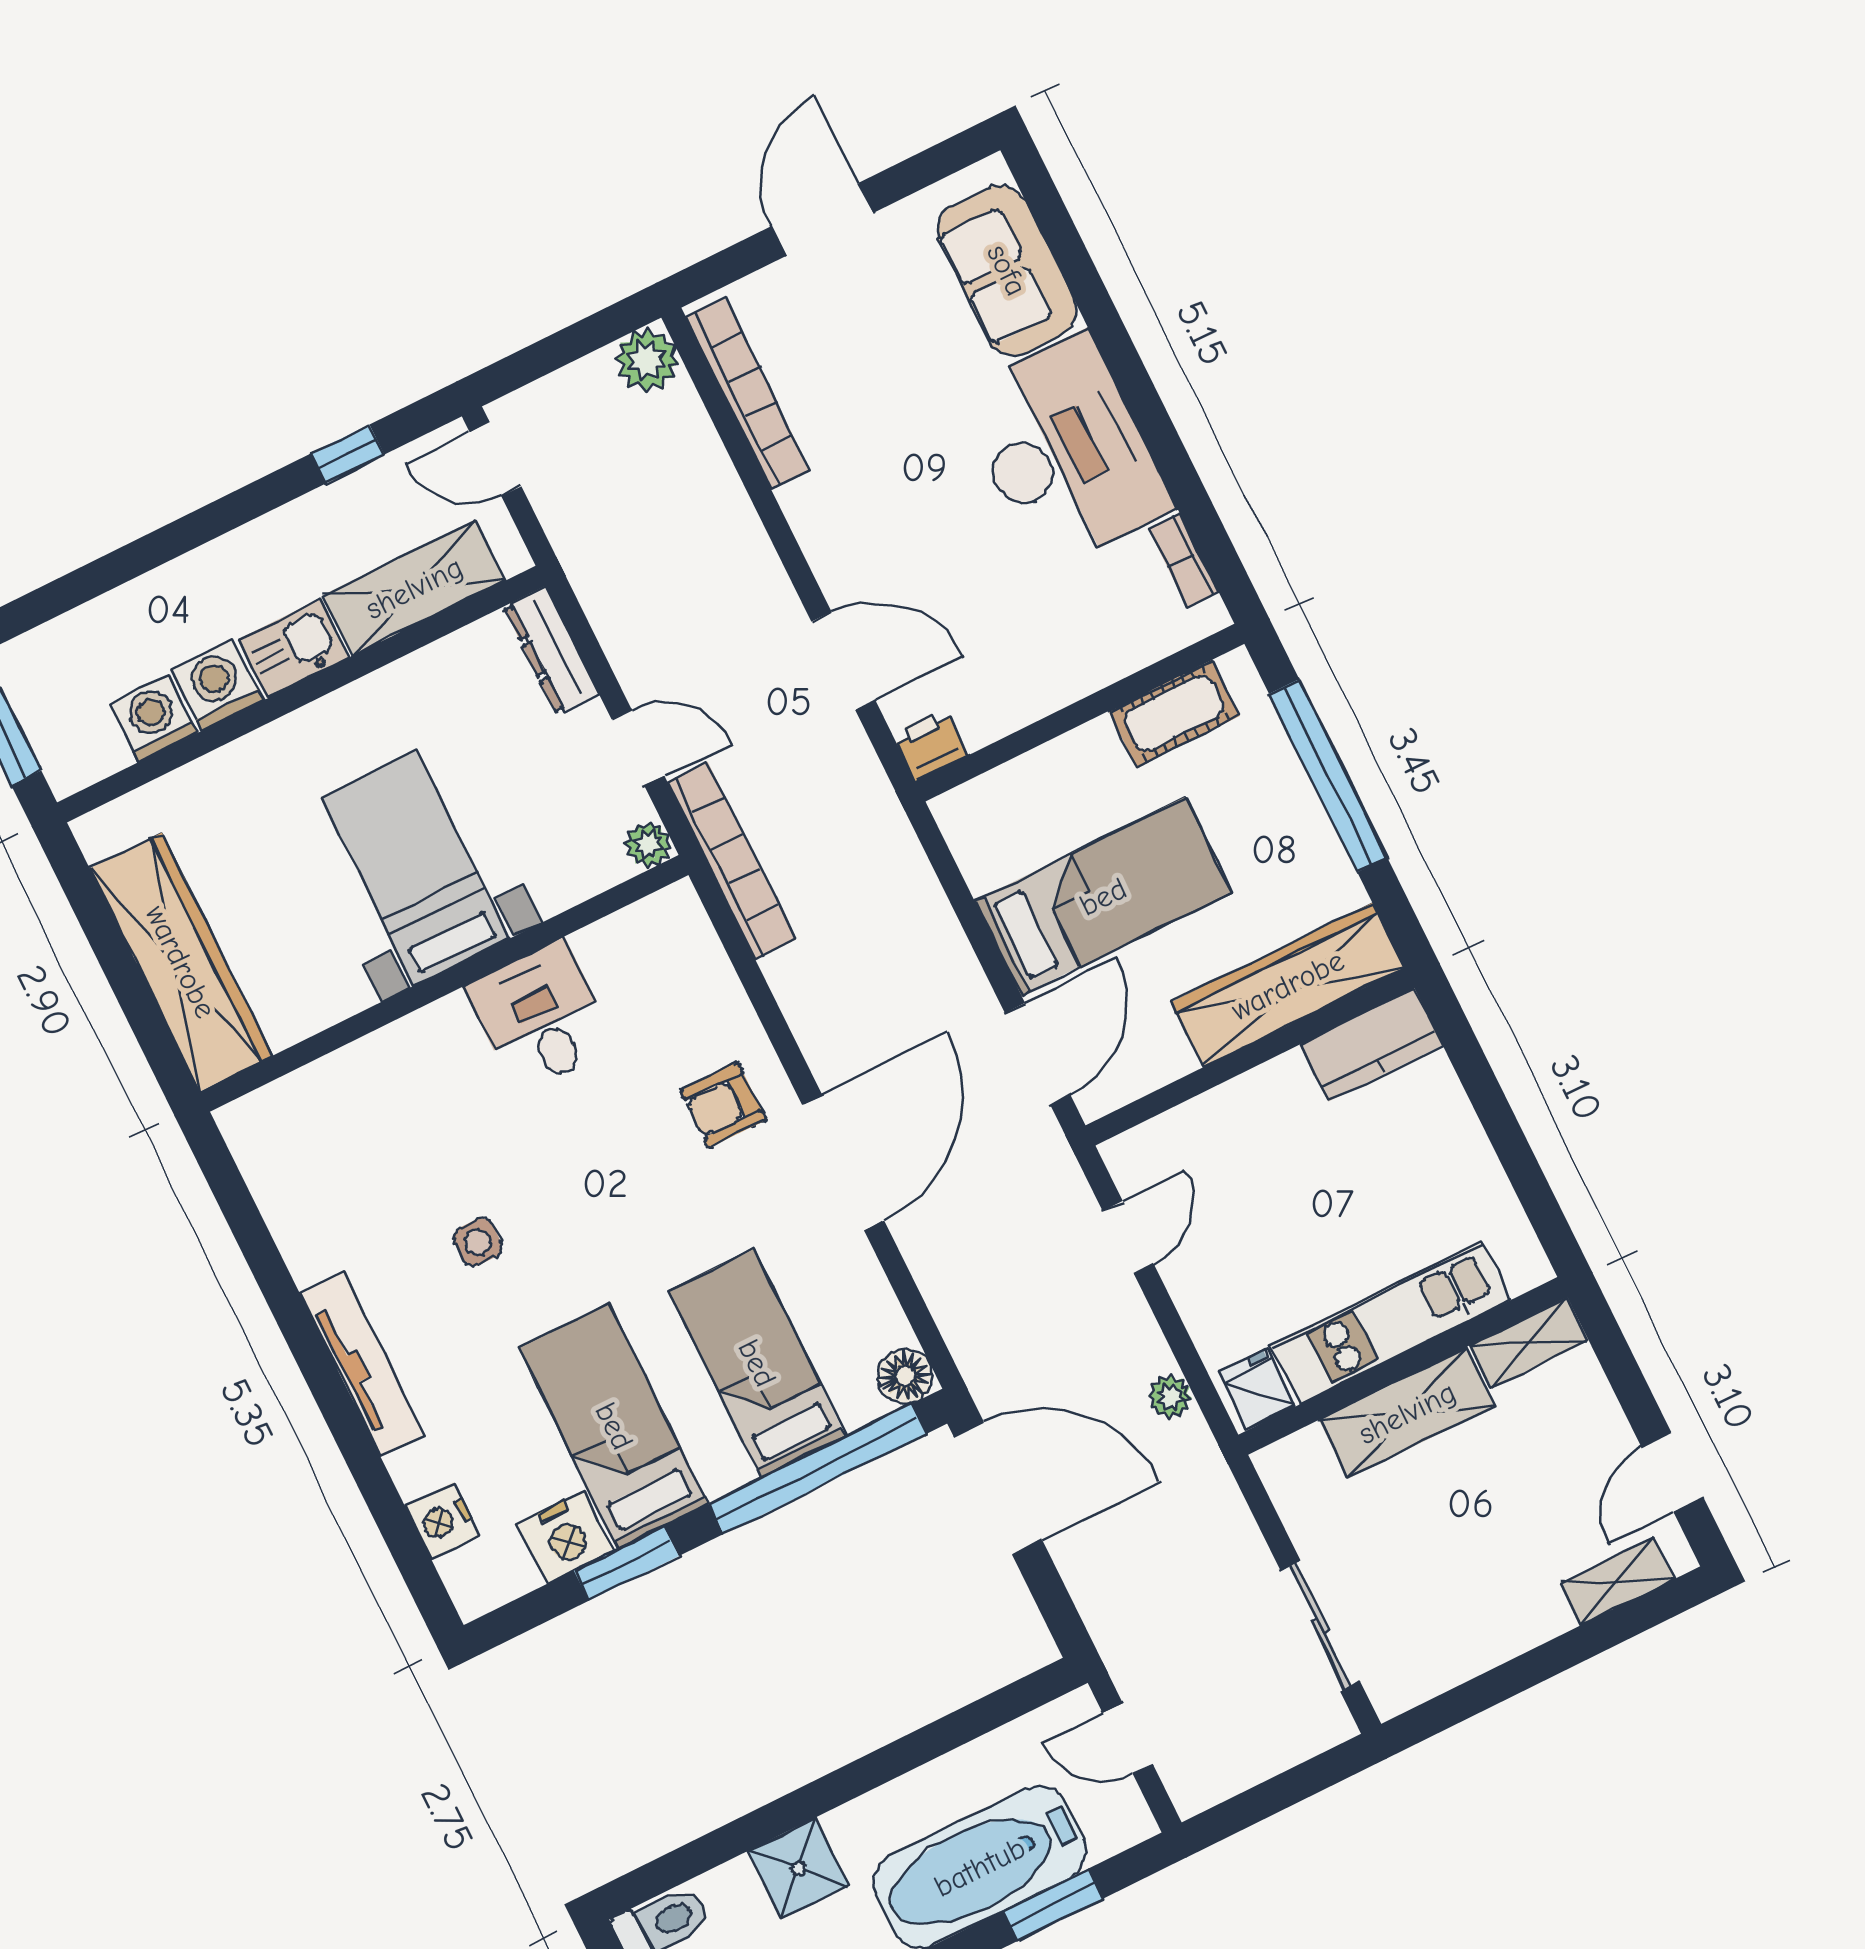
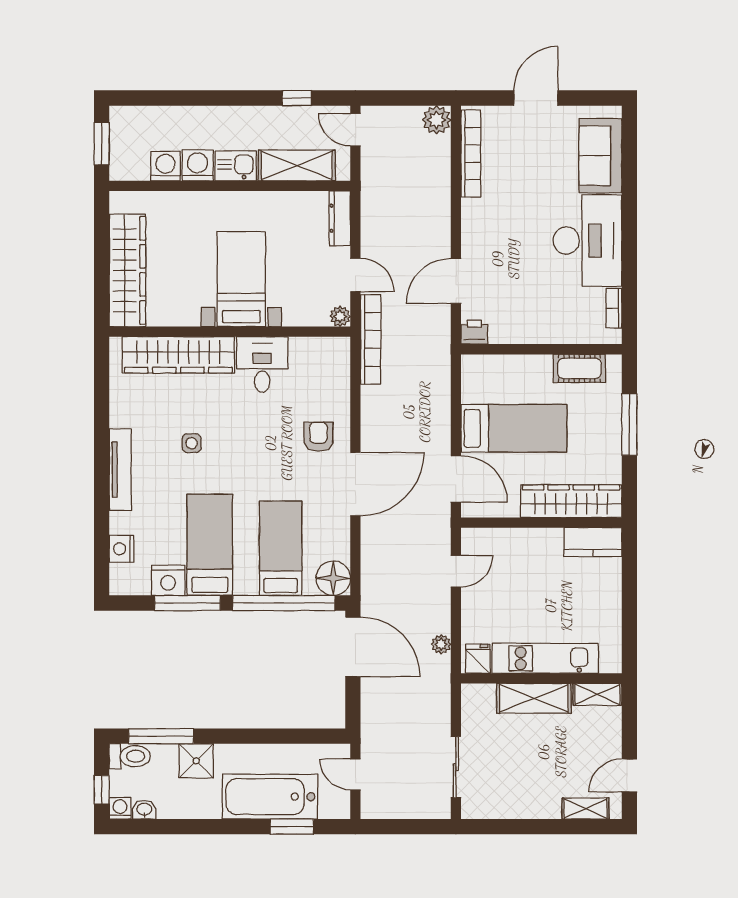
door: (843, 661) -> (456, 281), swing flipped
window: (1328, 776) -> (629, 424), width x0.68
door: (1038, 1054) -> (456, 479), hinge flipped
wardrobe: (365, 1080) -> (178, 355), added
armchair: (723, 1105) -> (318, 437), turned 90
floor lamp: (905, 1376) -> (333, 578), width x1.38, depth x1.38
window: (626, 1563) -> (187, 603), width x1.44
window: (705, 1853) -> (161, 736), added

